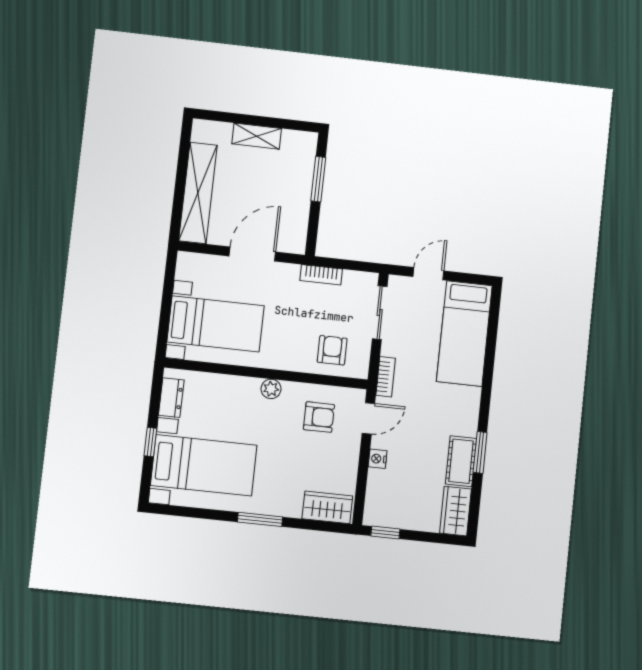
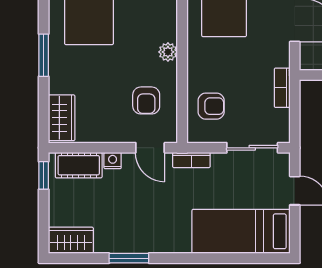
cot: (461, 461) -> (79, 165), moved

